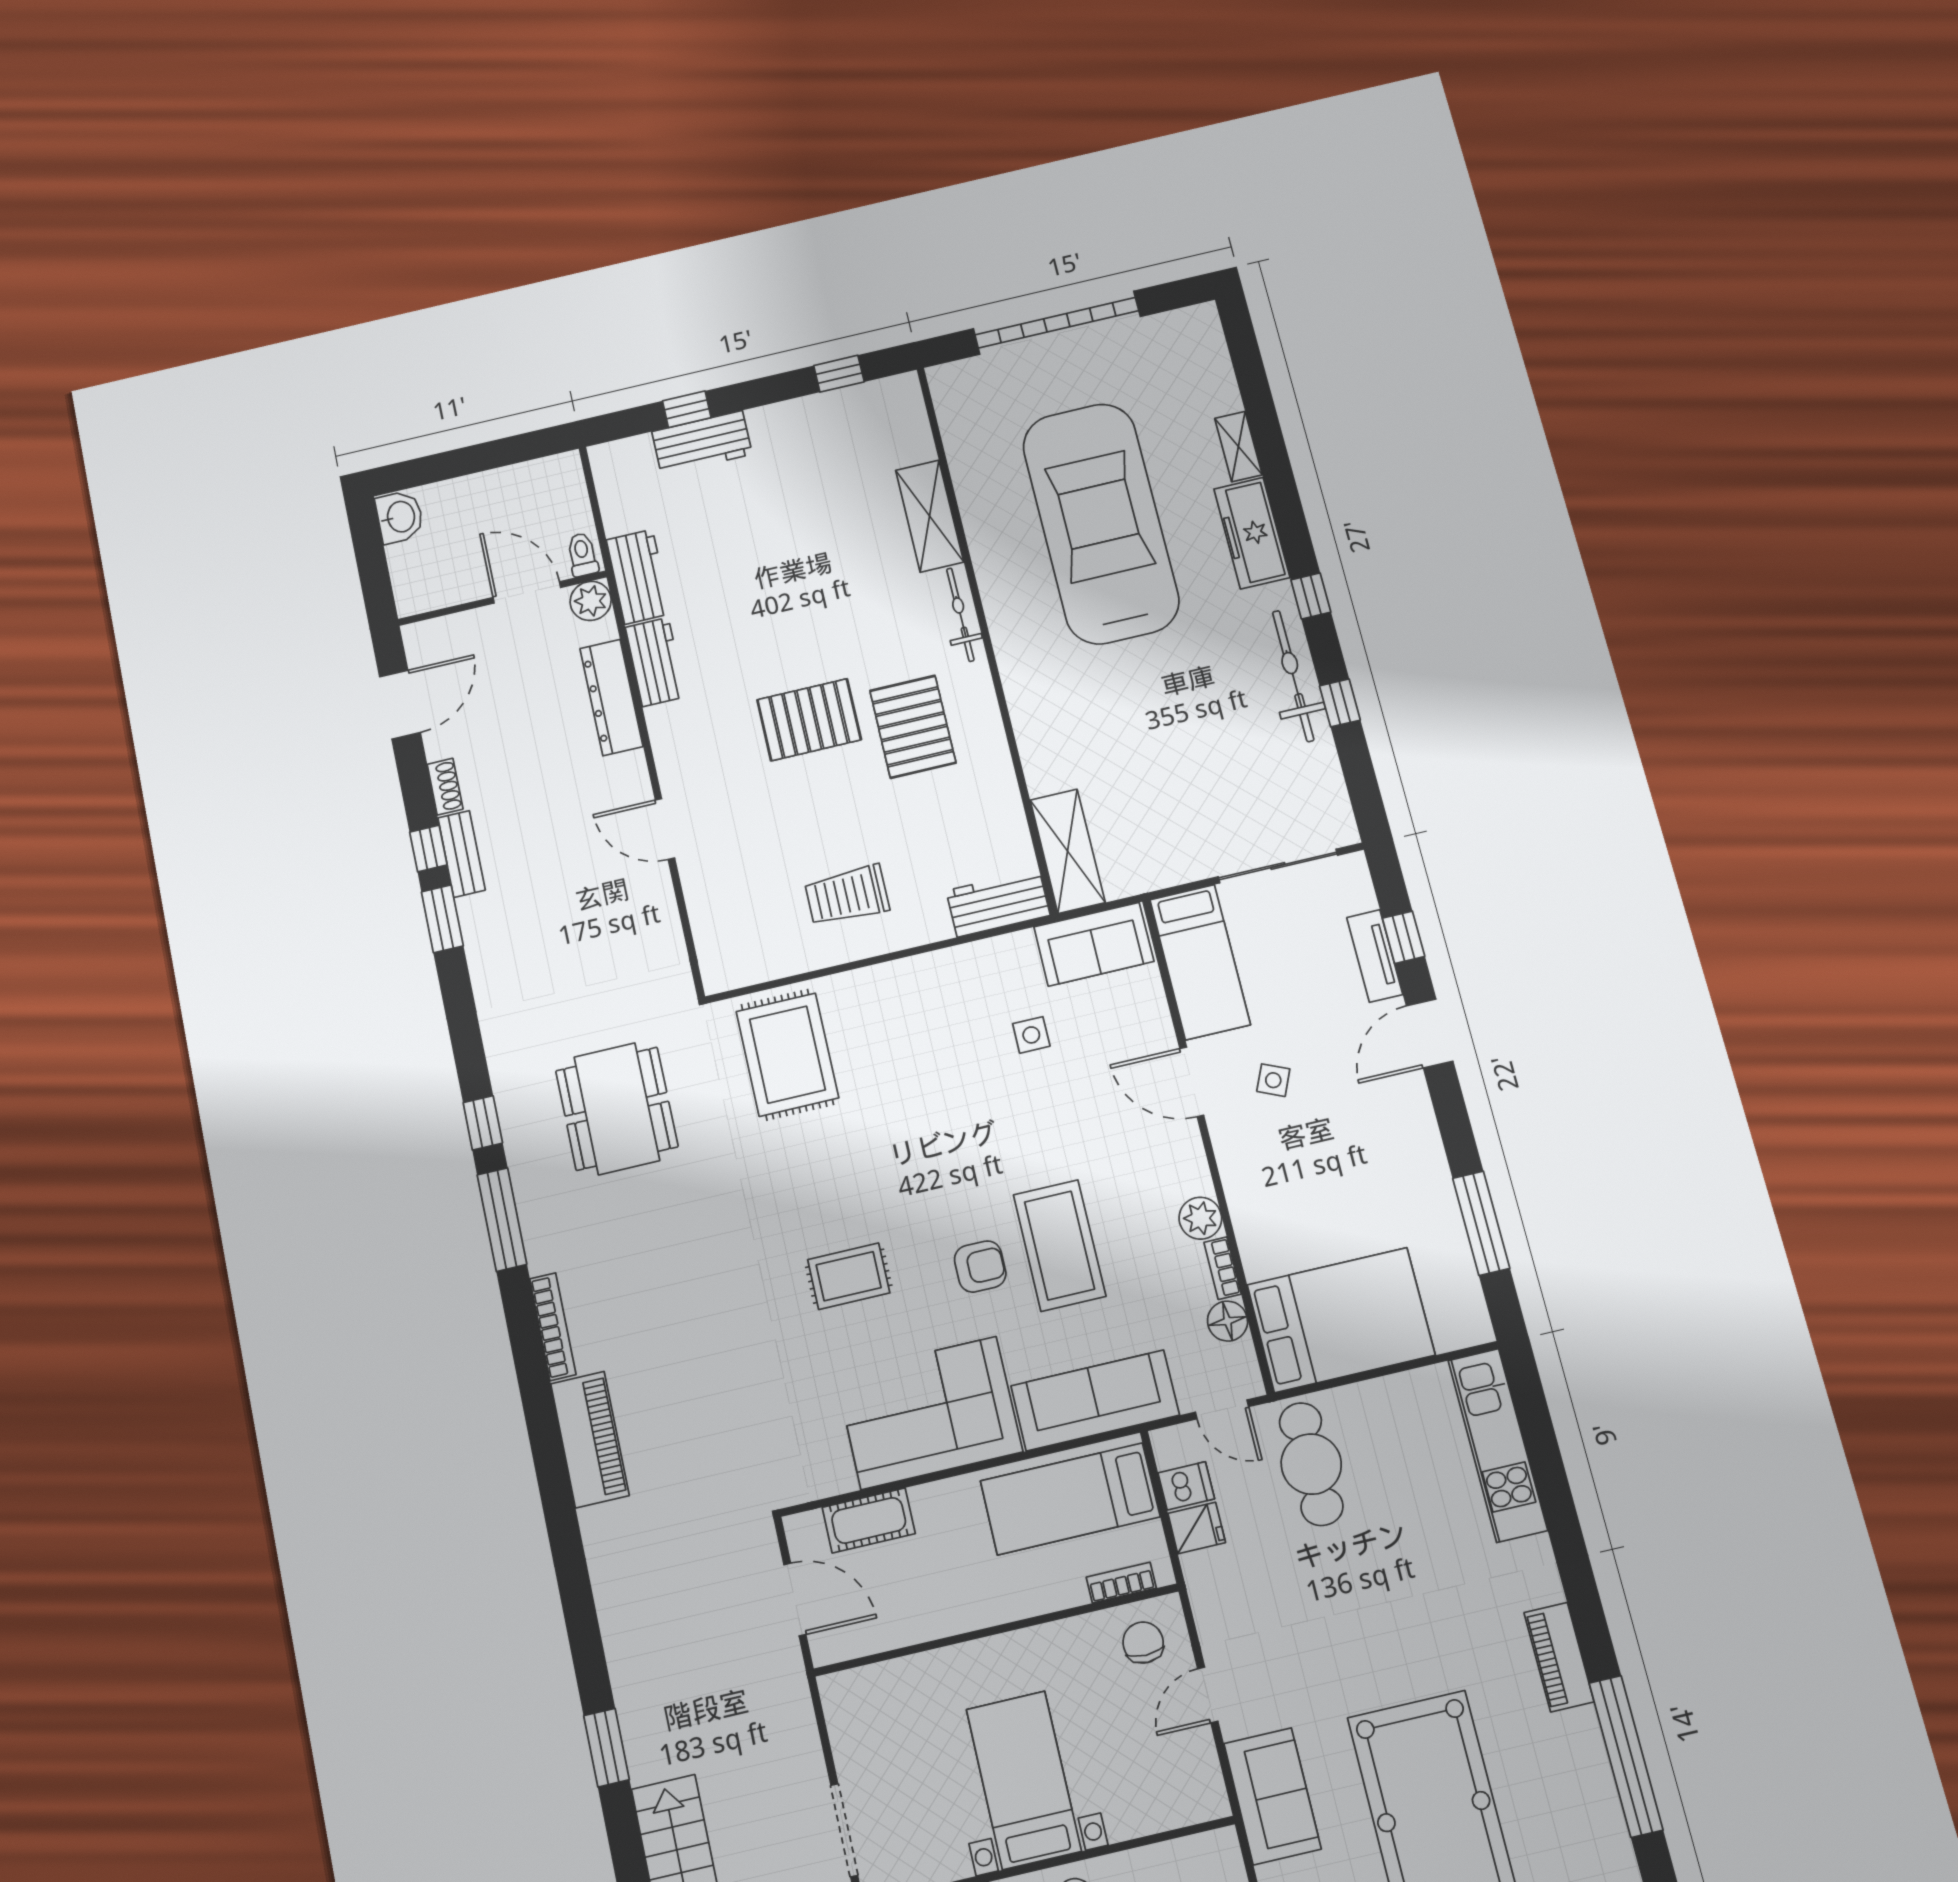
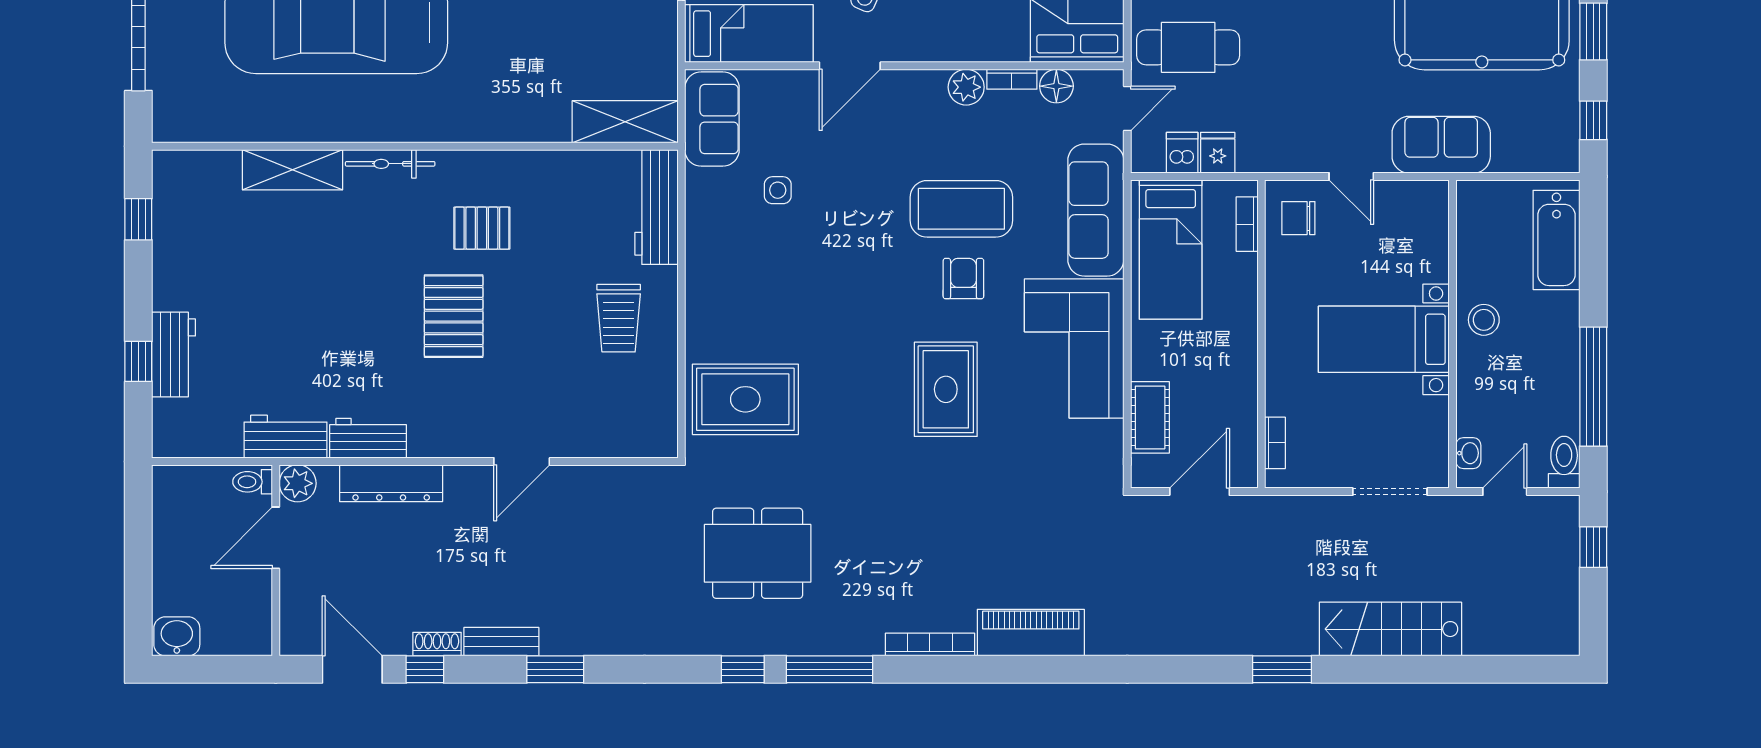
pallet: (913, 727) -> (482, 228), width x0.67, depth x0.71
window: (428, 848) -> (425, 669), moved
workbench: (998, 903) -> (656, 207), width x1.38
rug: (849, 1276) -> (946, 389), width x1.36, depth x1.43
bookcase: (872, 1676) -> (1275, 443), added

